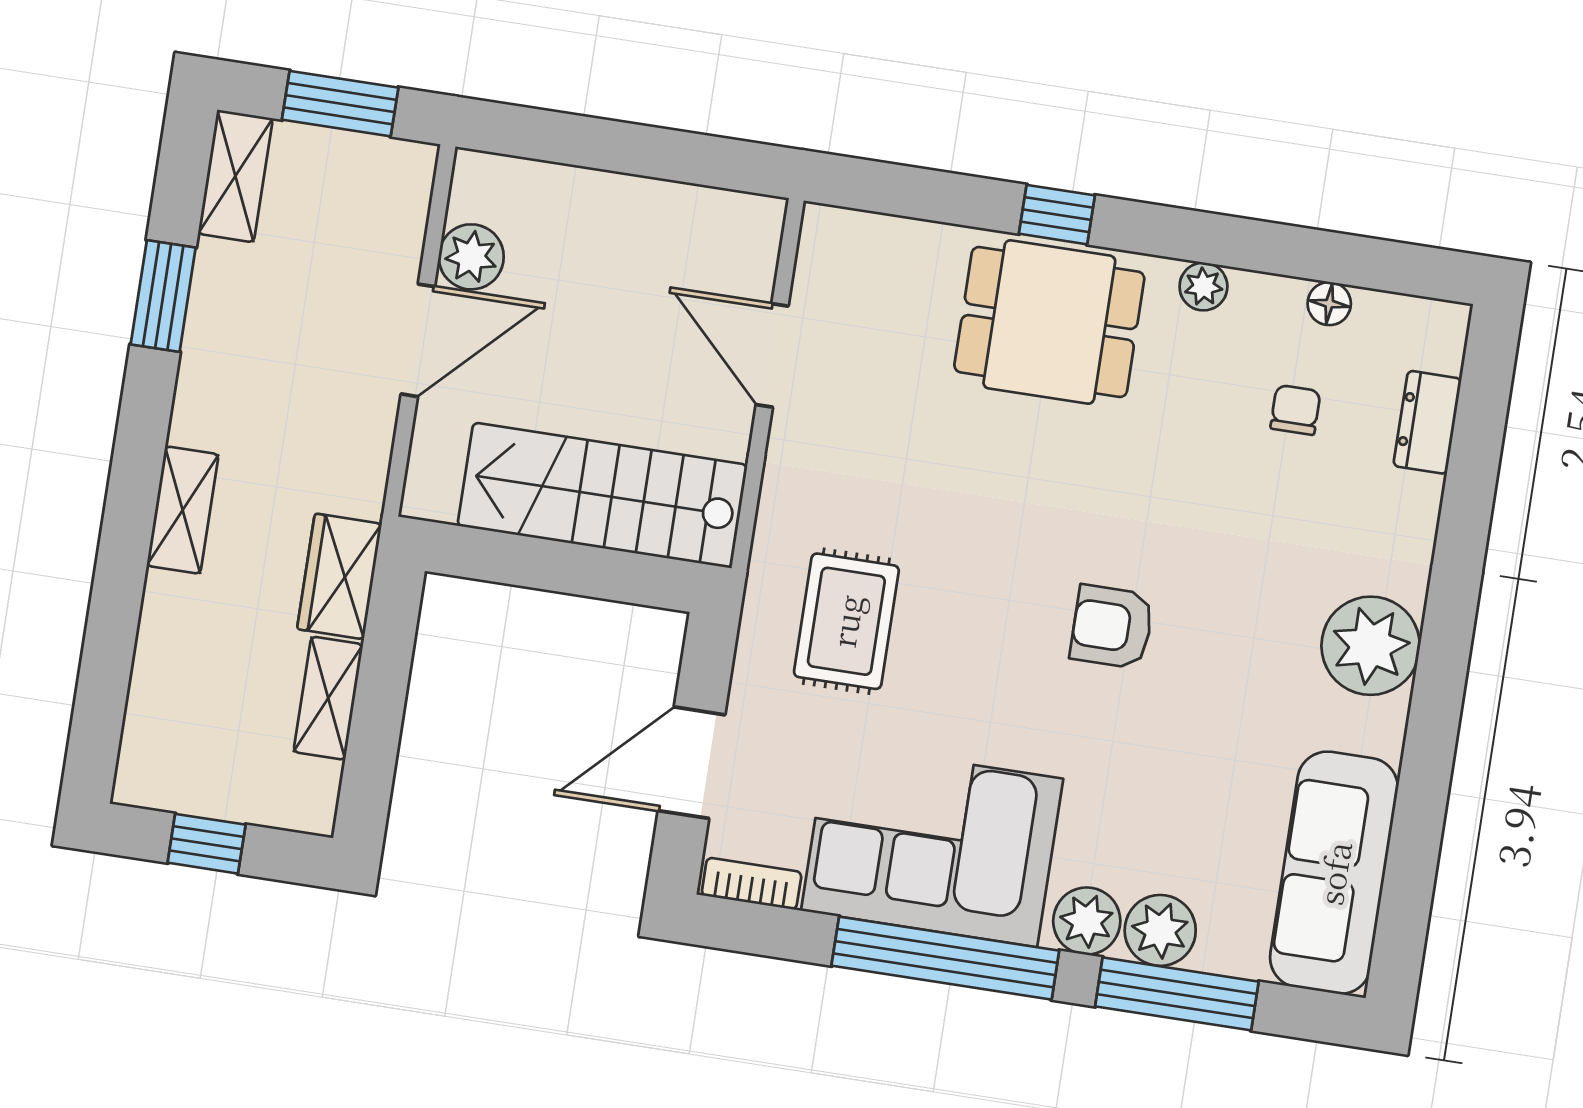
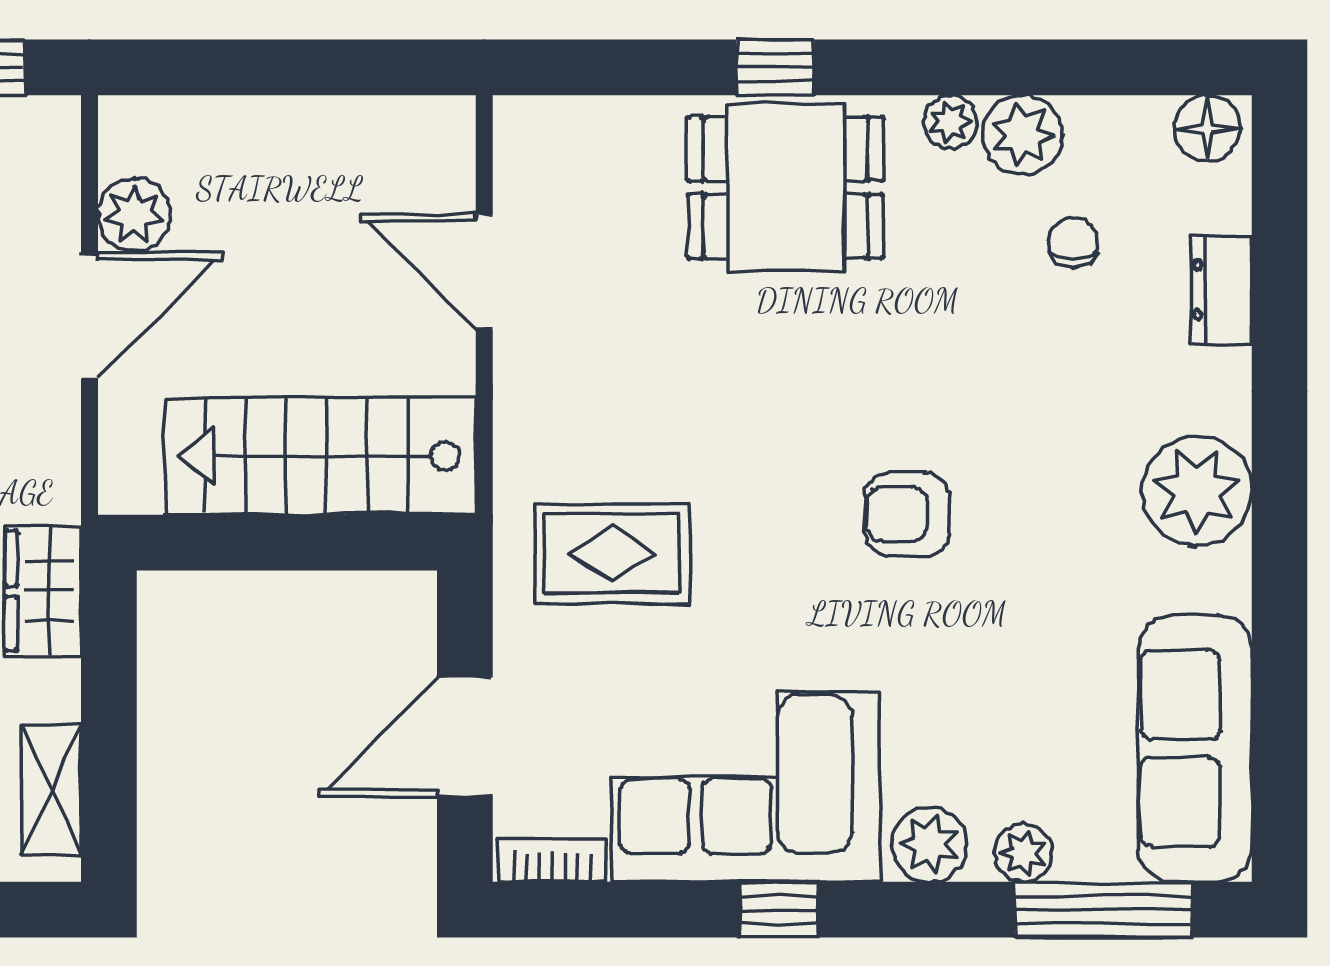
floor lamp: (1329, 304) -> (1207, 128), moved, width x1.37, depth x1.37
plant: (1265, 308) -> (1022, 135), added
dresser: (1427, 422) -> (1221, 290), moved
rug: (846, 621) -> (612, 554), turned 90
shelving: (328, 698) -> (52, 790), moved
plant: (1160, 930) -> (1023, 853), width x0.73, depth x0.73
window: (945, 958) -> (779, 910), width x0.32
window: (1177, 994) -> (1103, 910), moved

